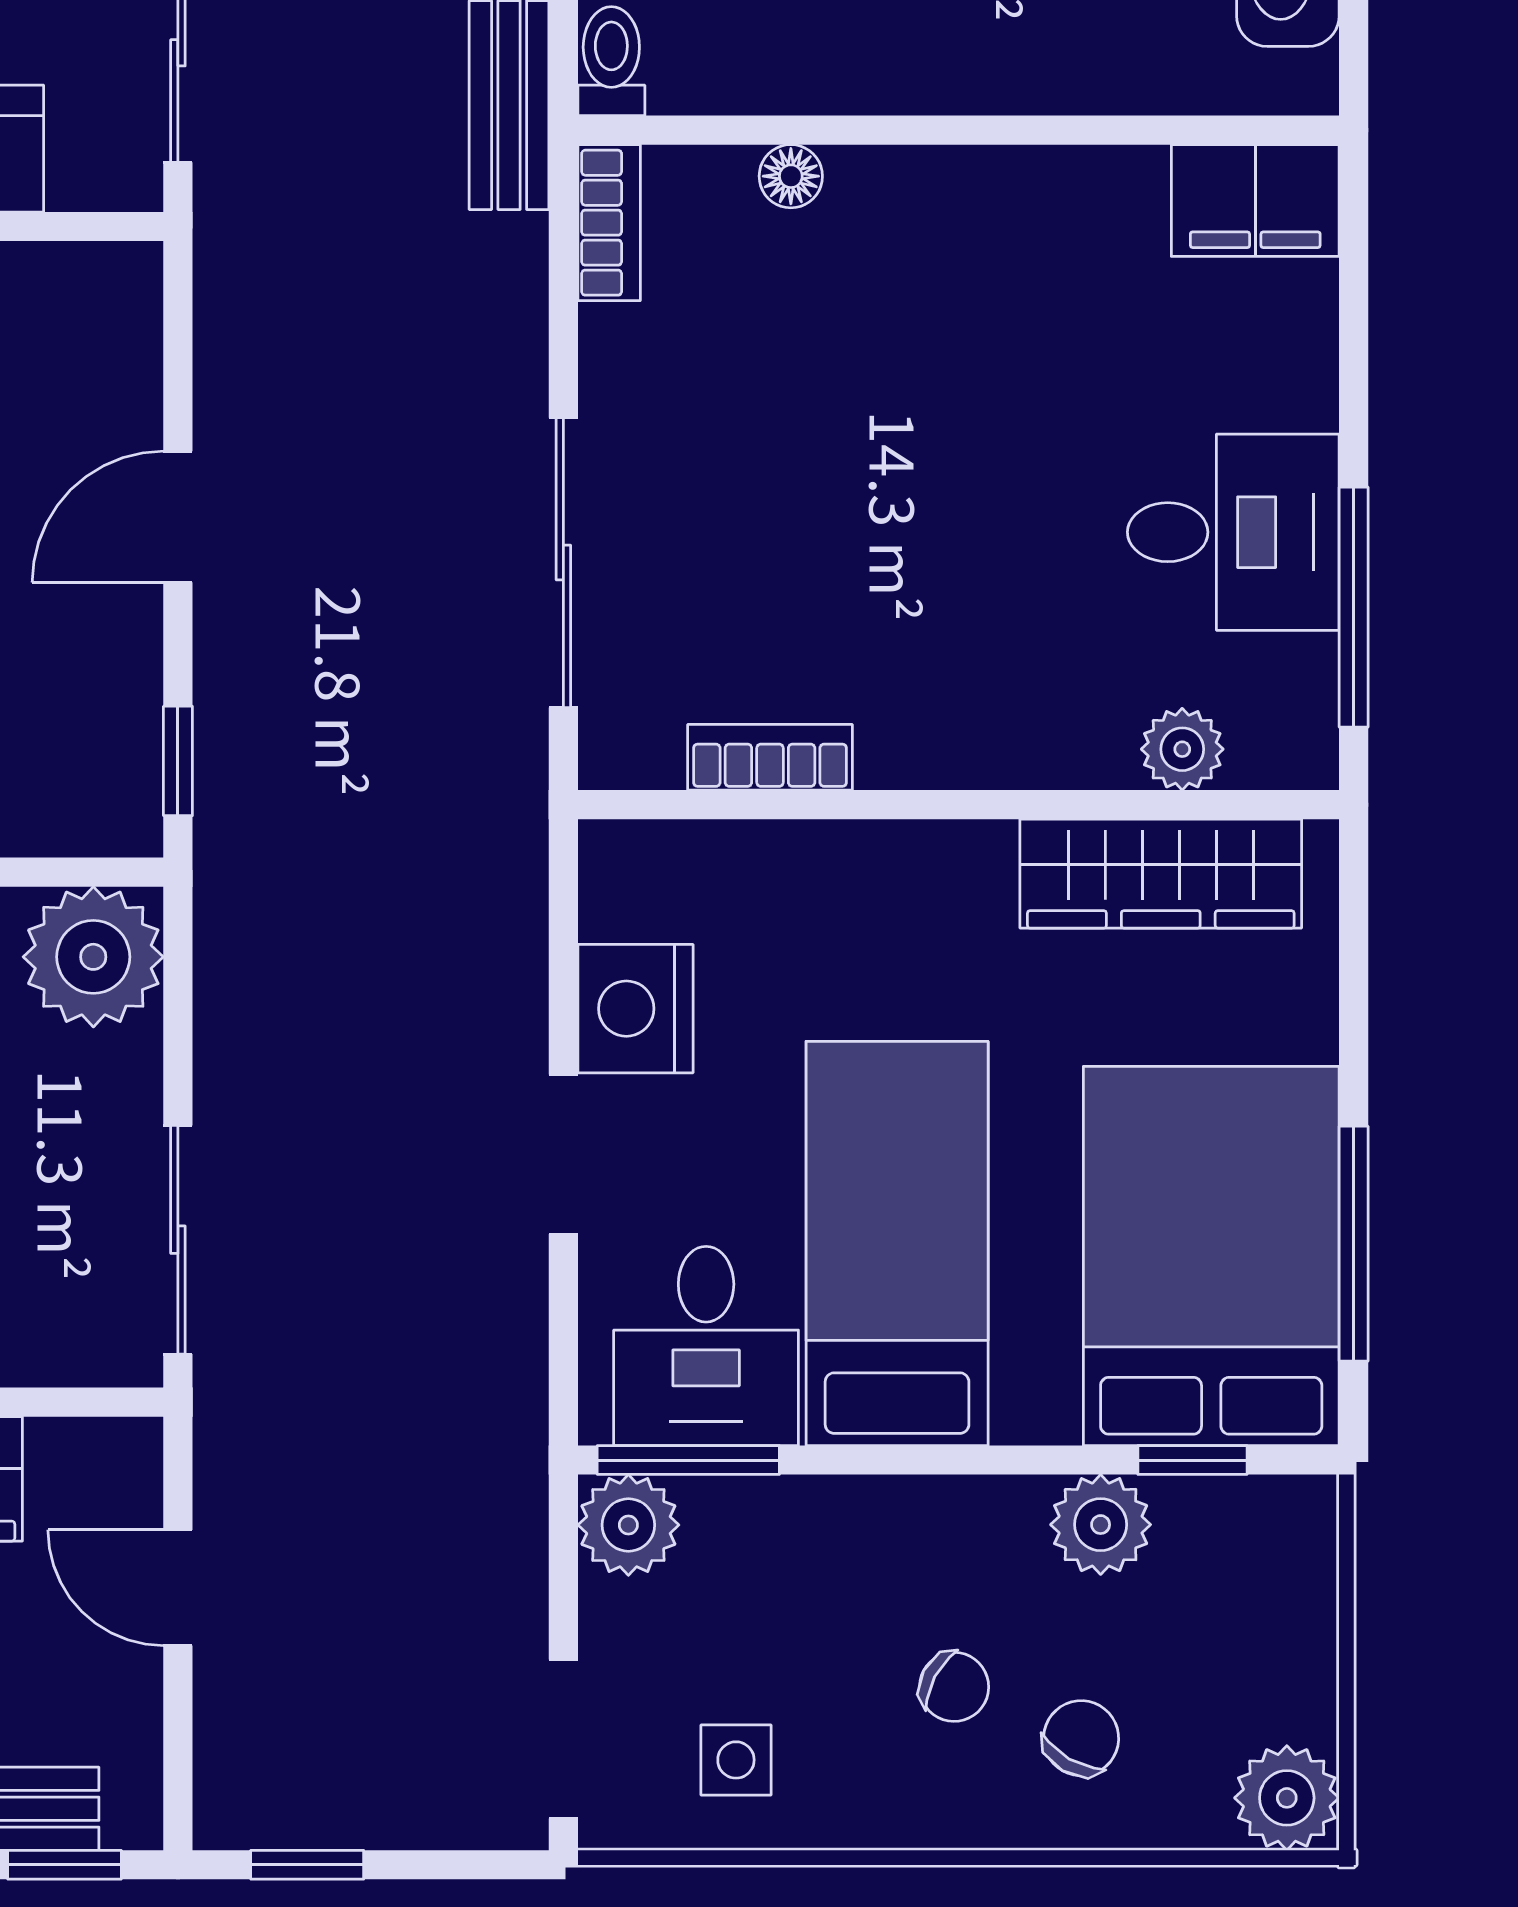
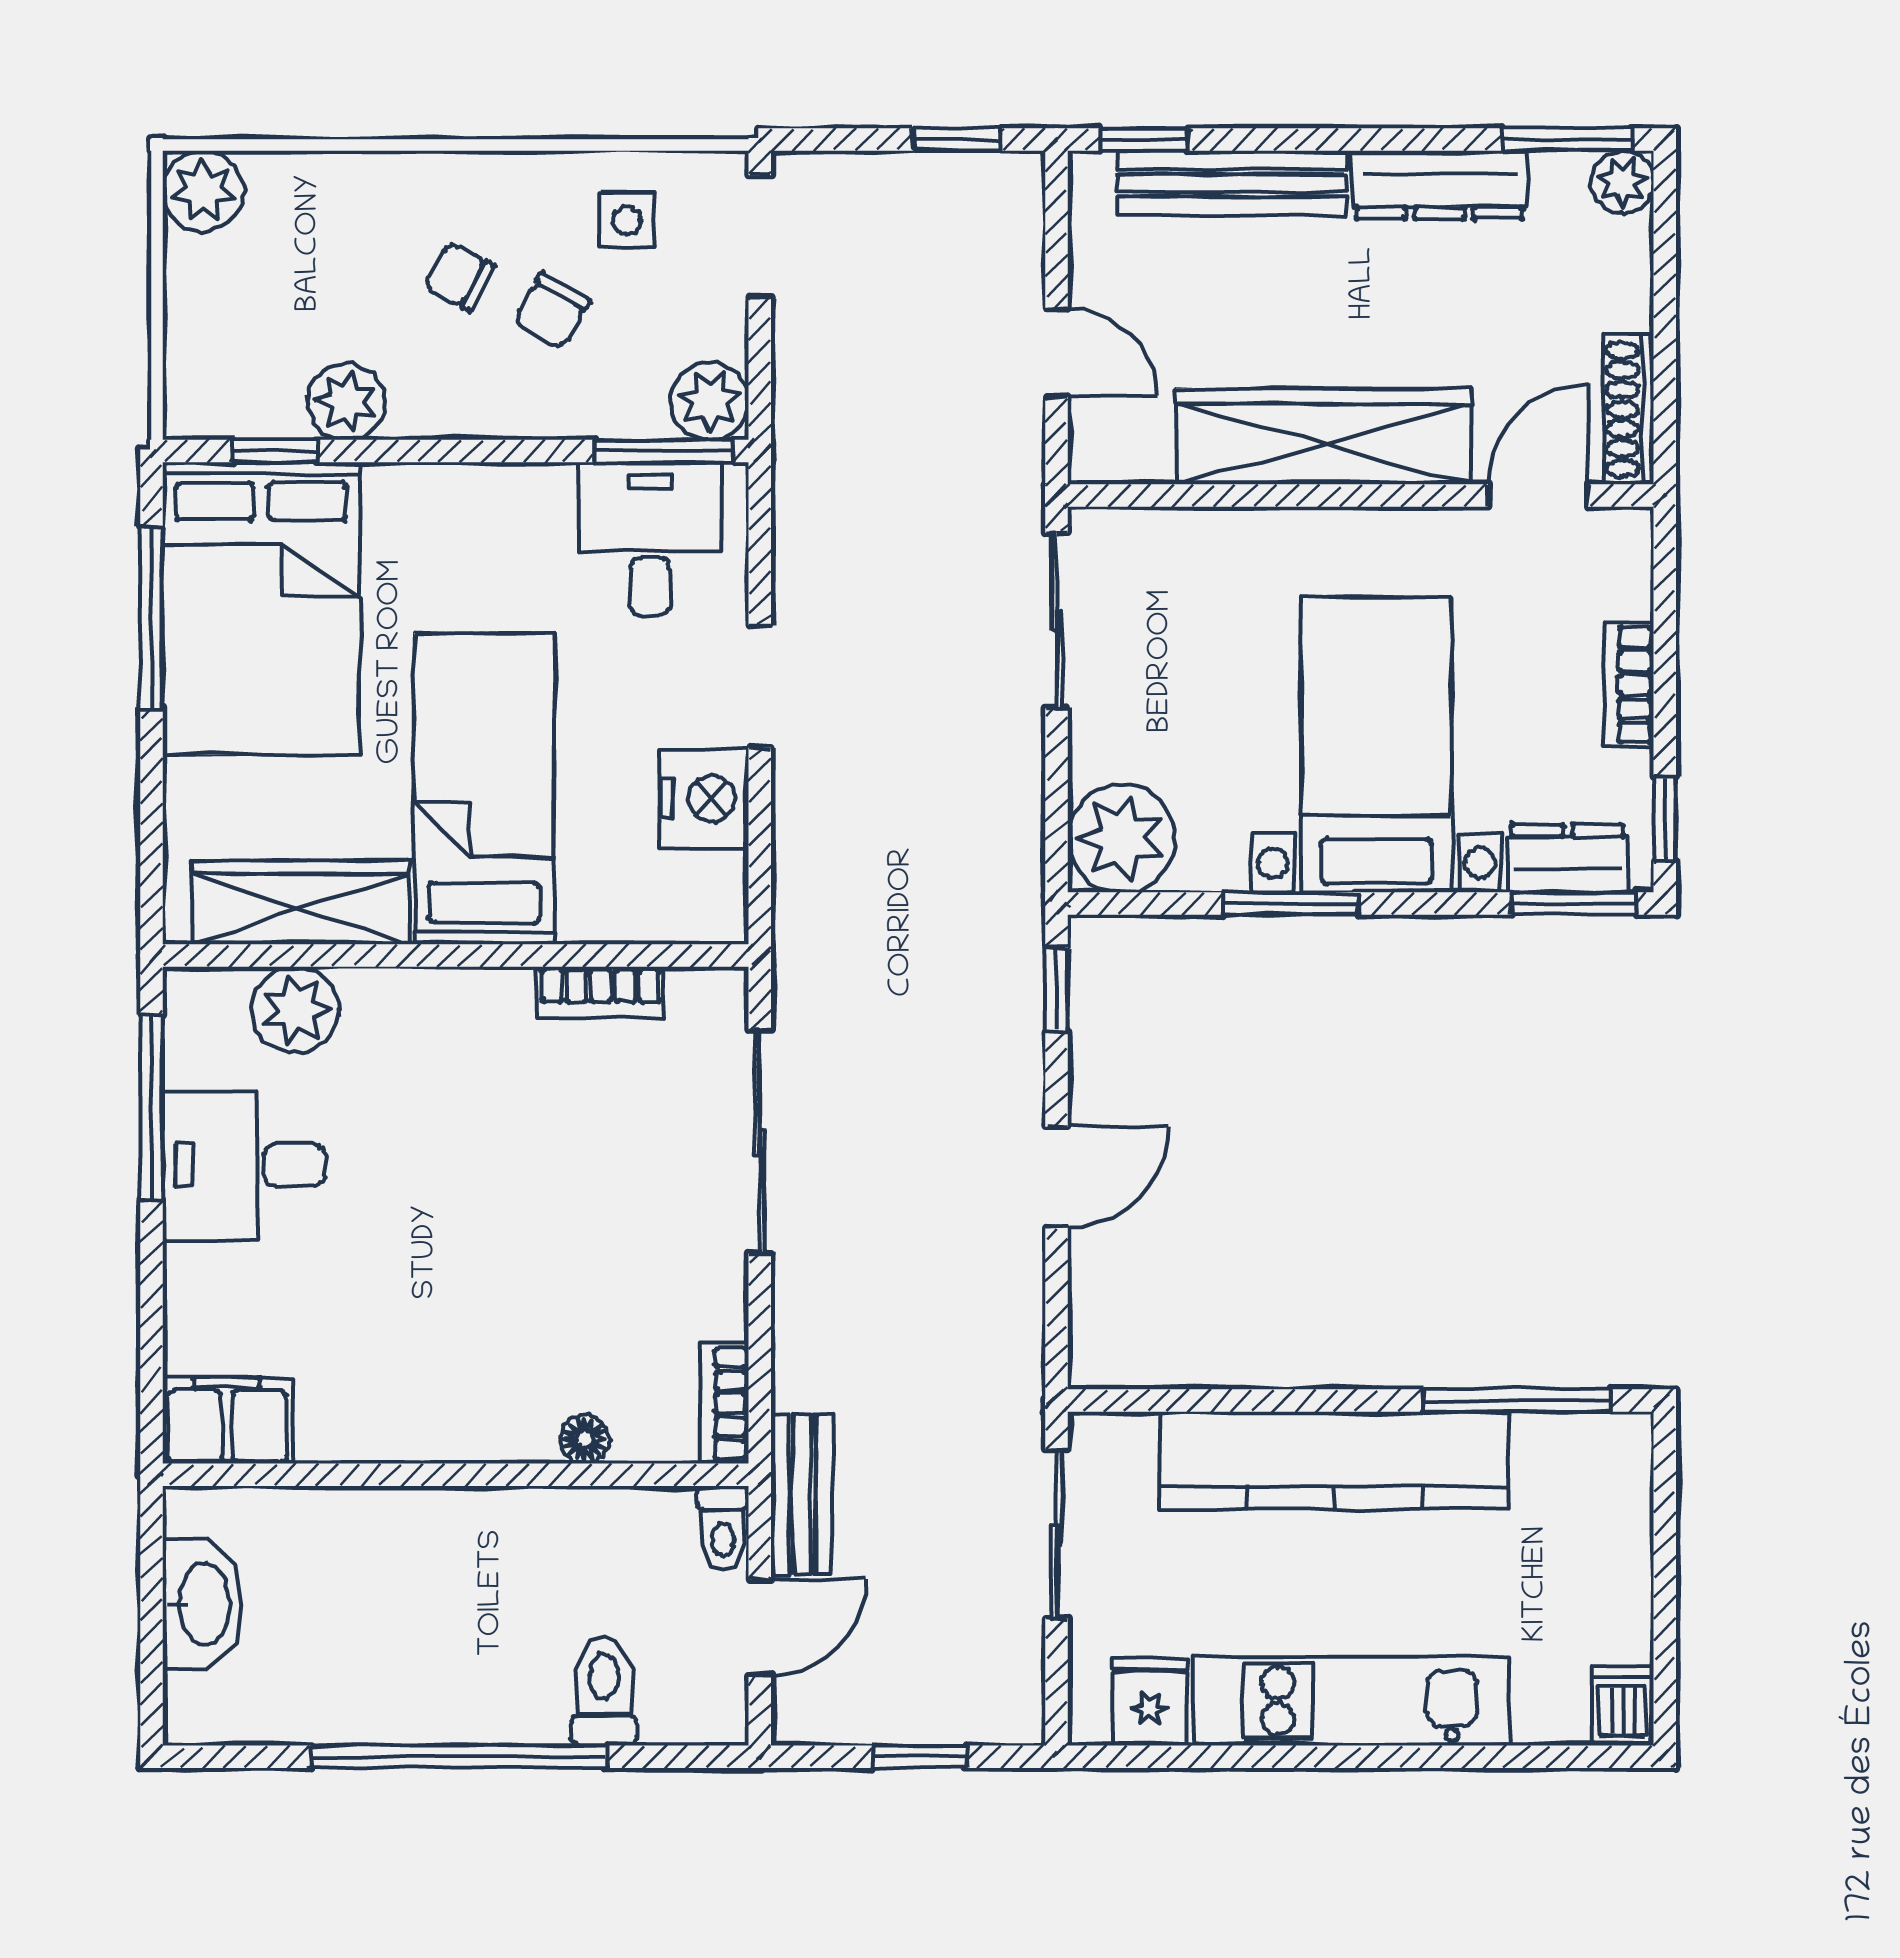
plant: (1182, 749) -> (295, 1010), width x1.38, depth x1.38
bed: (897, 1243) -> (484, 789), moved, turned 180
chair: (1081, 1738) -> (552, 311), moved

